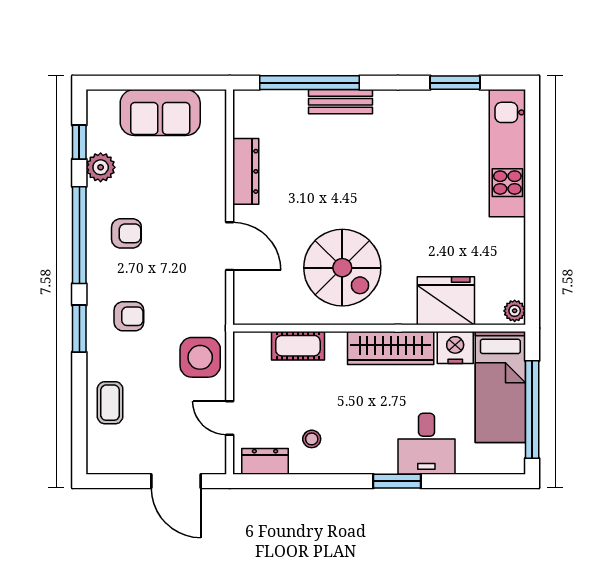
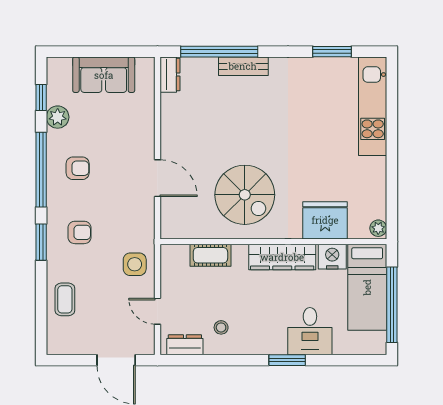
dresser: (246, 171) -> (170, 75), moved, width x0.70
side table: (200, 357) -> (135, 264), width x0.73, depth x0.73

